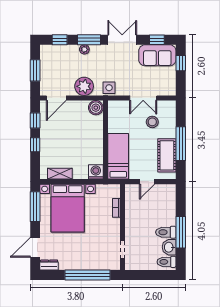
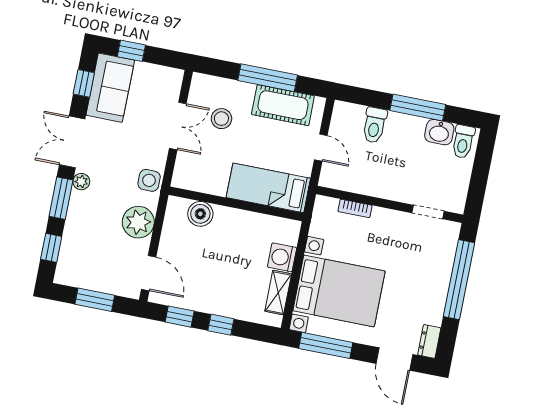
plant: (84, 49) -> (81, 182), moved
boiler: (96, 108) -> (200, 214), moved
washing machine: (96, 172) -> (282, 257), moved
toilet: (166, 232) -> (374, 125), moved

